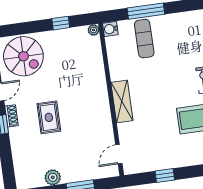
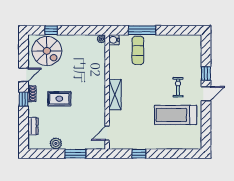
window: (61, 23) -> (51, 30), moved
rug: (49, 117) -> (59, 99), turned 90
dresser: (19, 159) -> (33, 126), added

